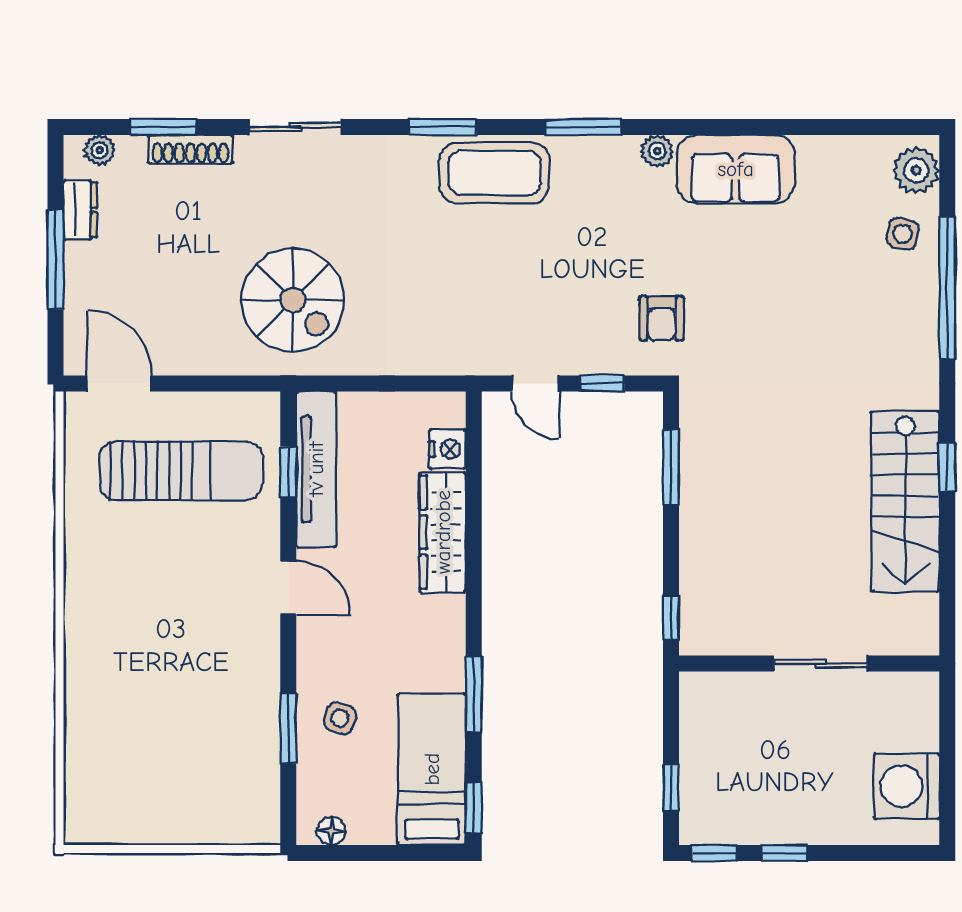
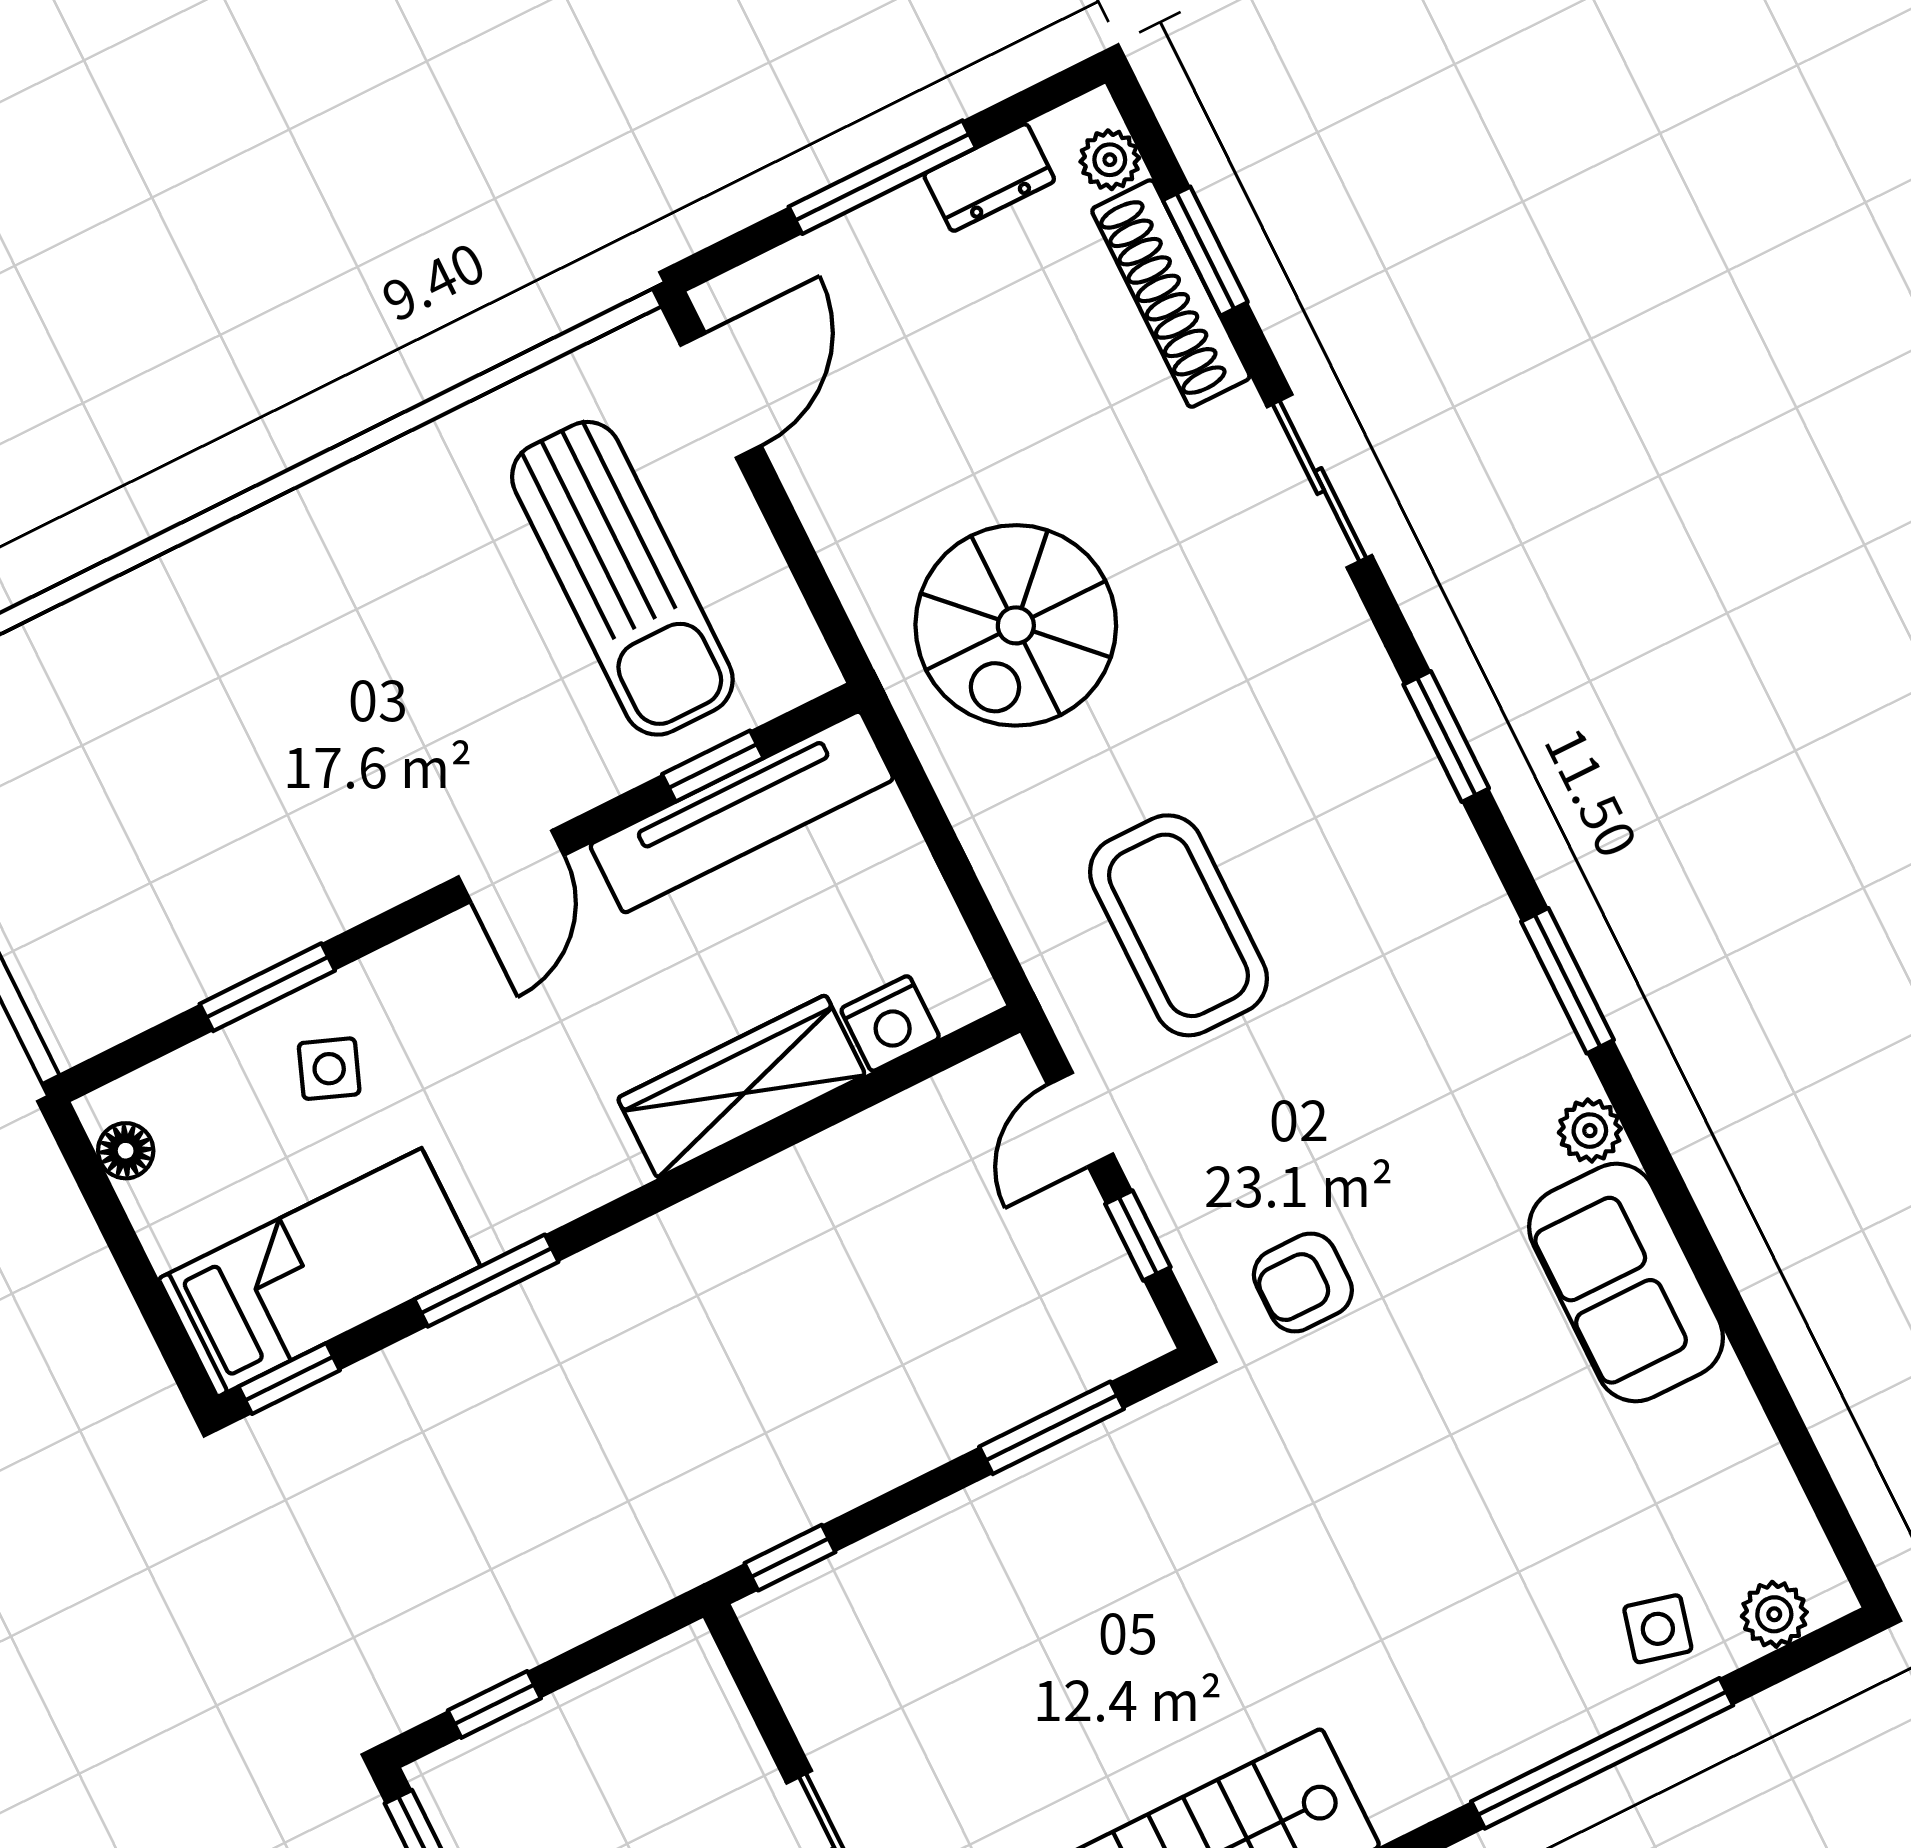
shoe rack: (190, 149) -> (1171, 294), width x1.36, depth x1.24
plant: (916, 170) -> (1774, 1614), width x0.73, depth x0.73
coffee table: (494, 173) -> (1178, 925), moved

